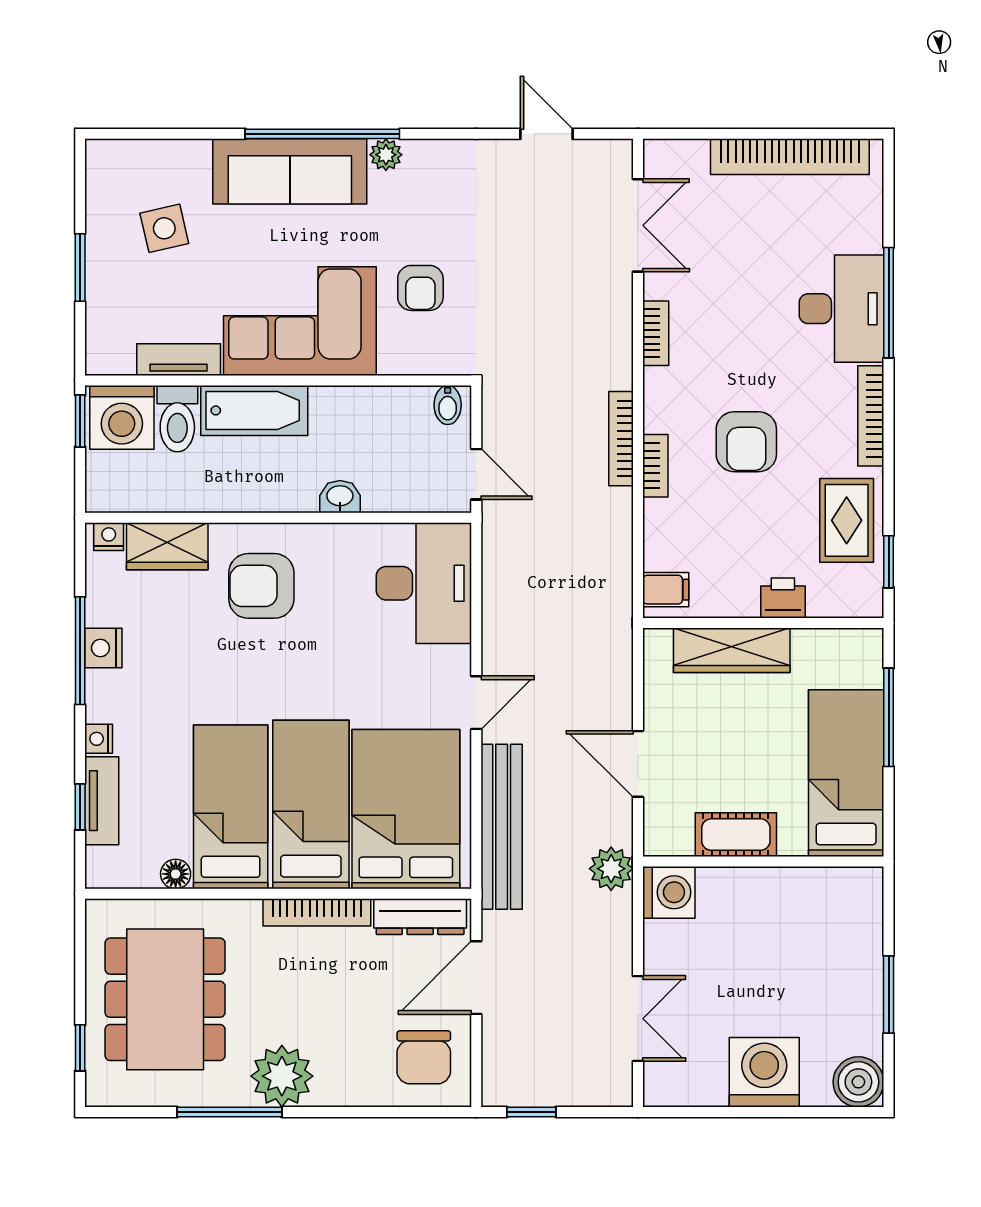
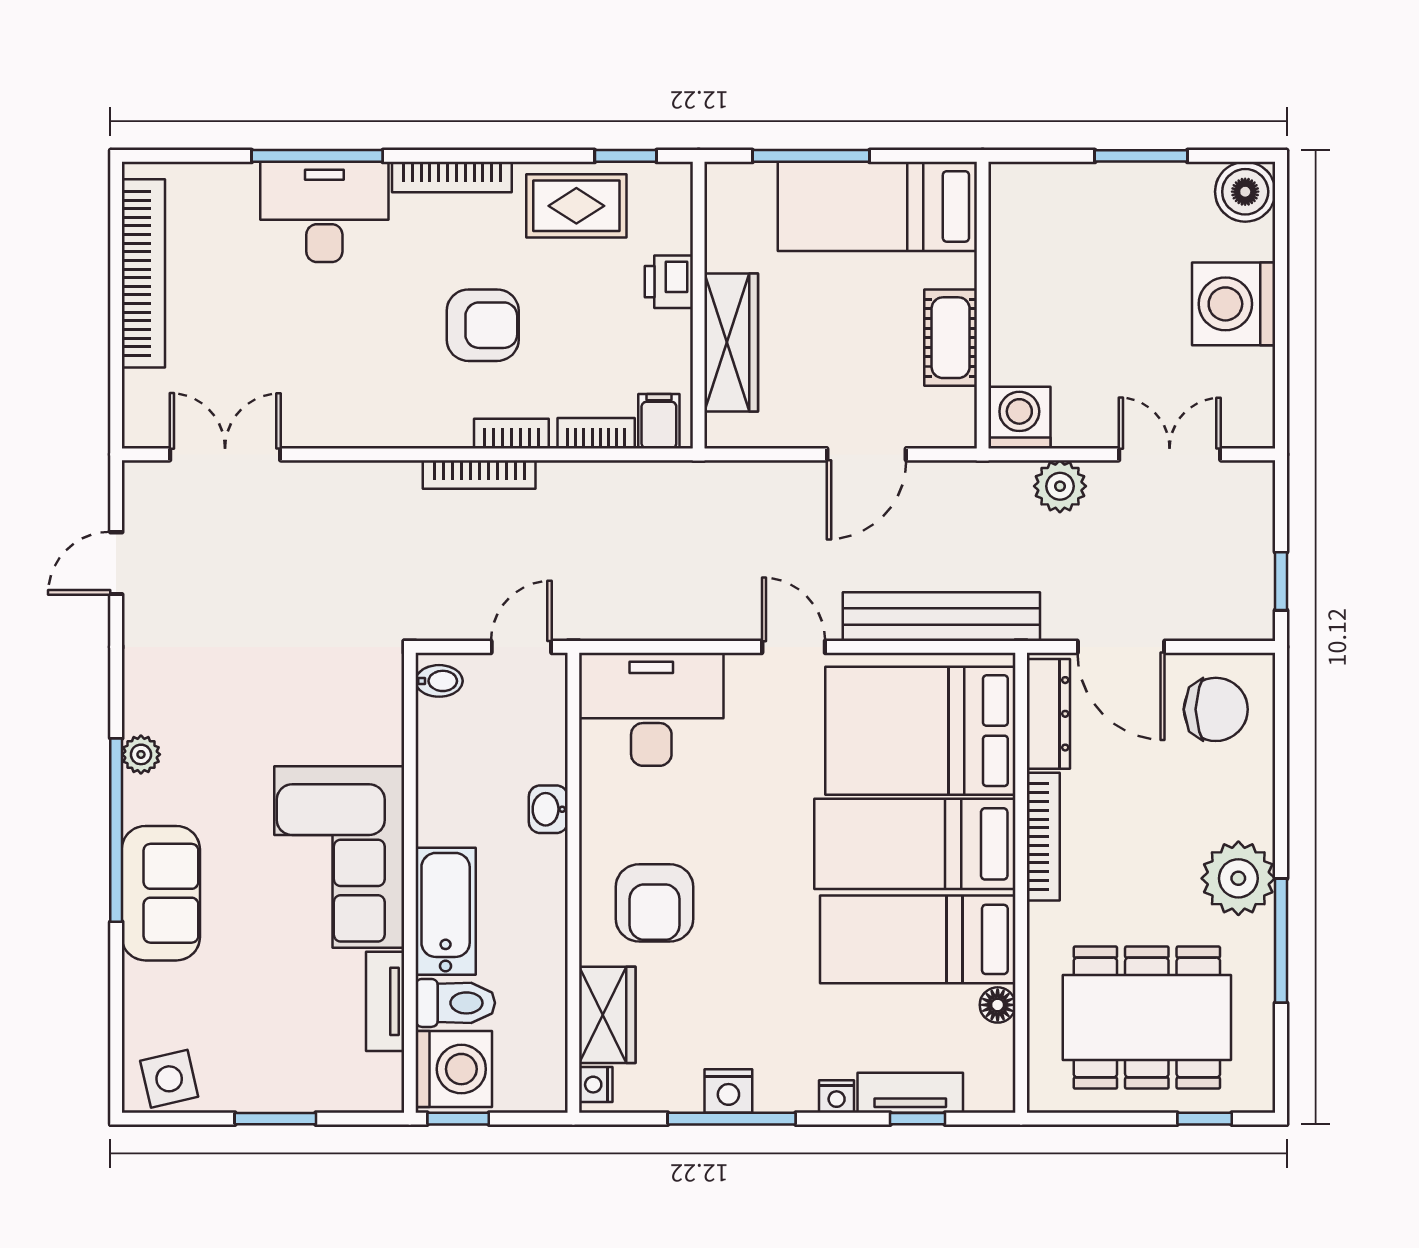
sofa: (290, 171) -> (161, 893), width x0.73
side table: (164, 228) -> (169, 1079), moved
armchair: (420, 288) -> (300, 713), removed
bookcase: (656, 333) -> (596, 433), moved
plant: (611, 869) -> (1060, 486), moved

